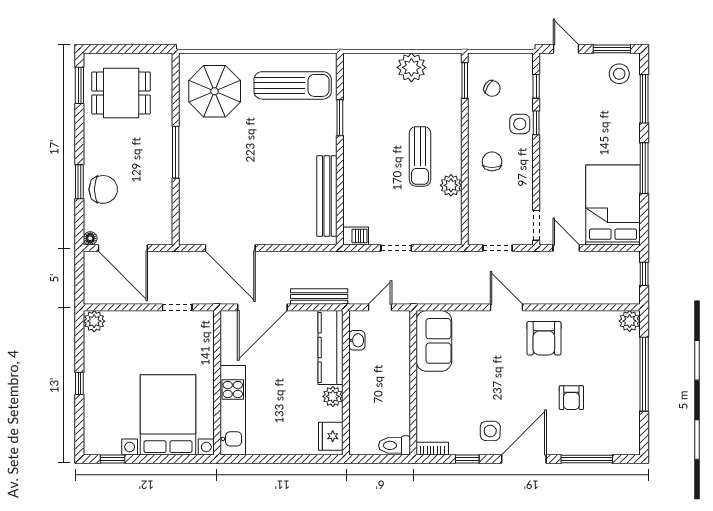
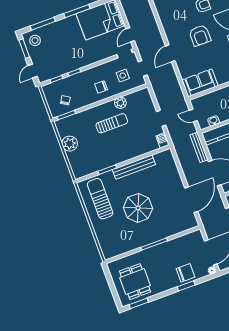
parasol: (215, 91) -> (138, 208), moved
side table: (520, 124) -> (123, 76), moved
chair: (103, 189) -> (186, 273), turned 90
bench: (327, 196) -> (134, 167), moved
armchair: (544, 338) -> (200, 35), moved, turned 90

